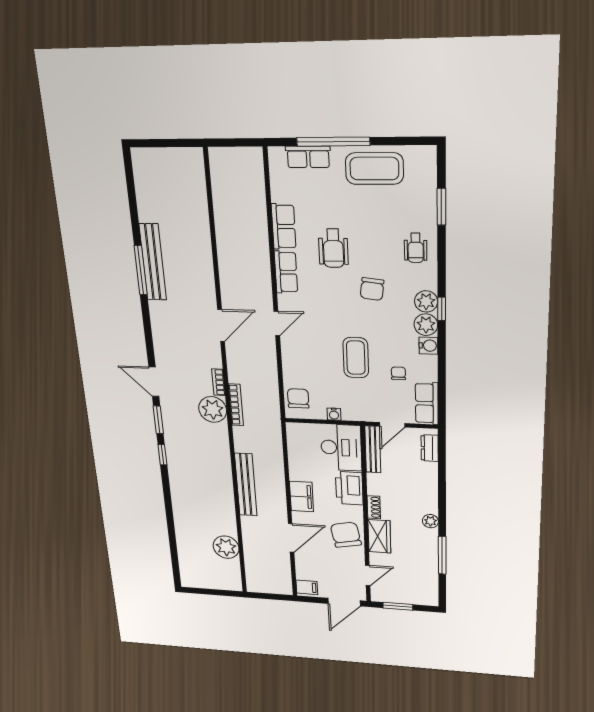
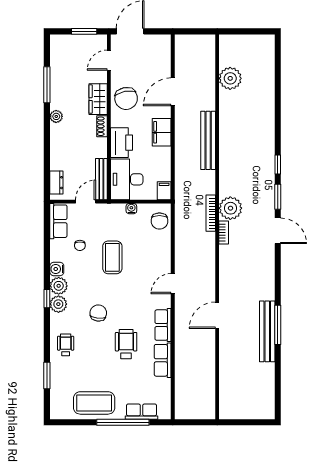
door: (221, 325) -> (217, 315), moved
filing cabinet: (307, 587) -> (164, 191), moved, turned 90

